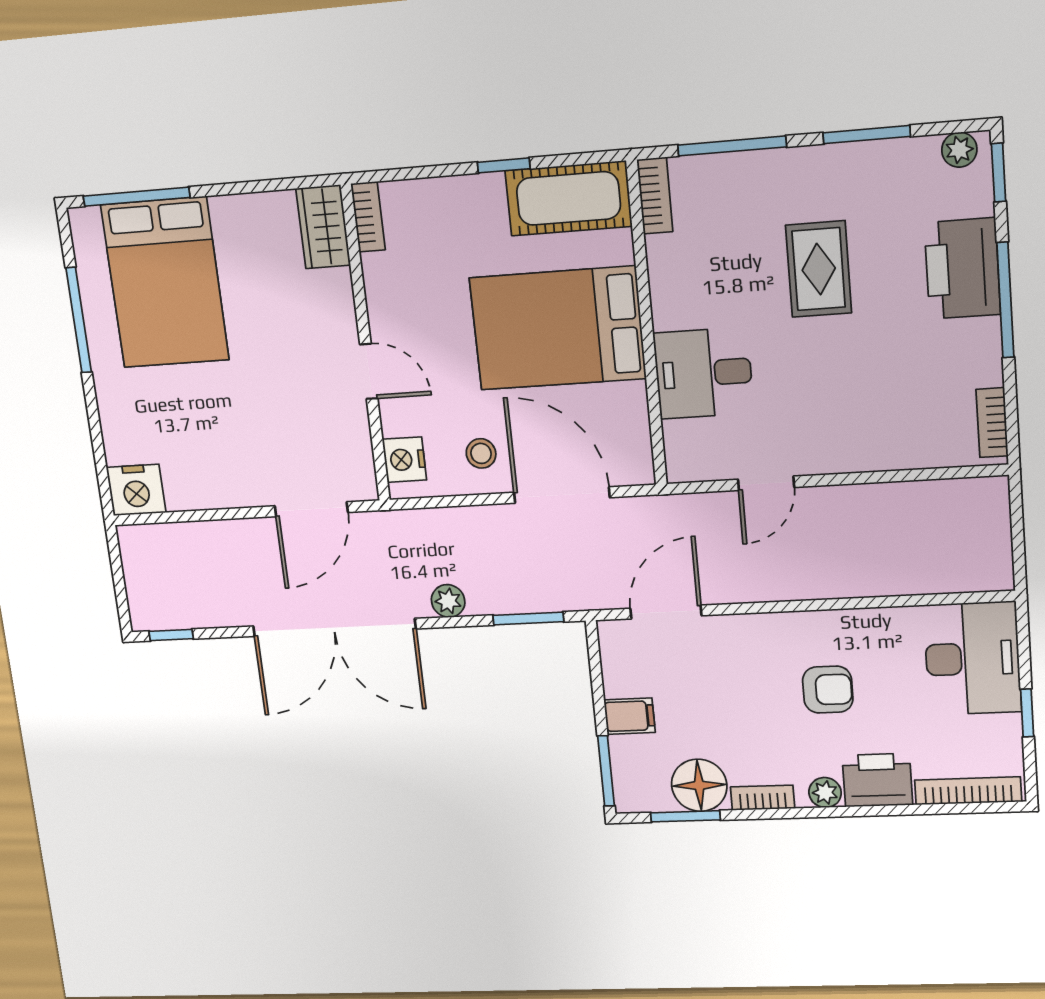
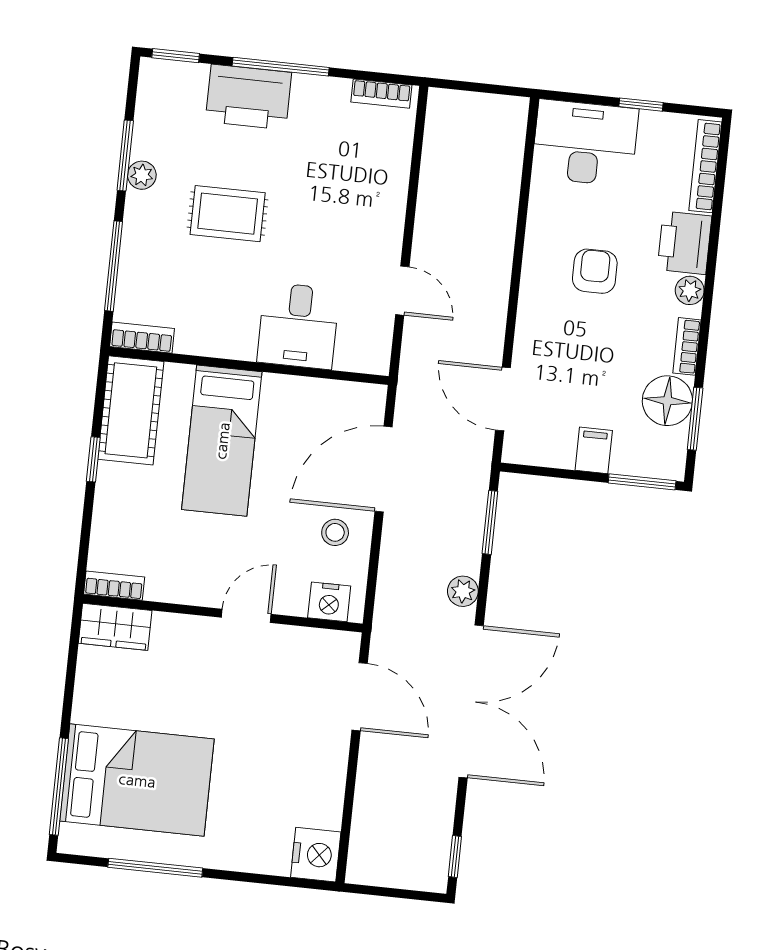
plant: (959, 150) -> (142, 175), moved
bed: (558, 328) -> (222, 441), width x0.67

